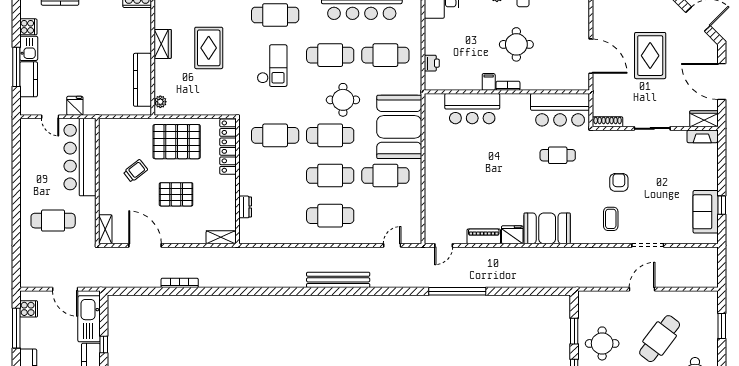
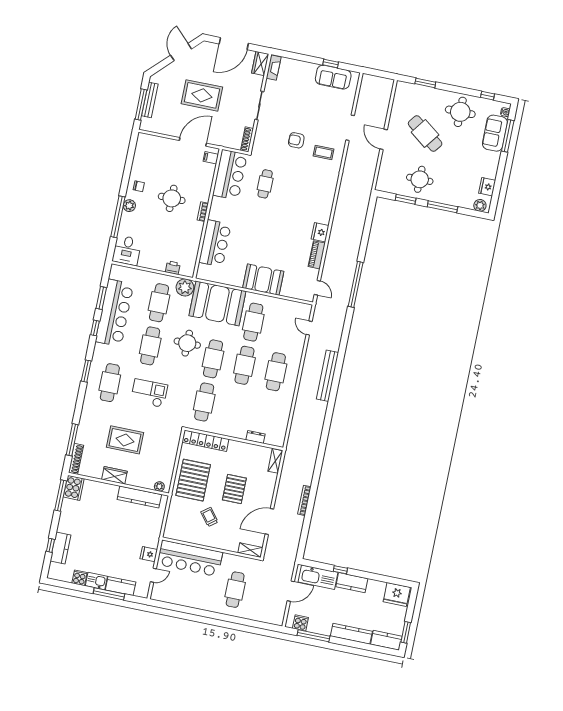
filing cabinet: (489, 82) -> (211, 158), moved
plant: (411, 83) -> (185, 287), added
booth: (547, 228) -> (263, 280), moved, turned 90

